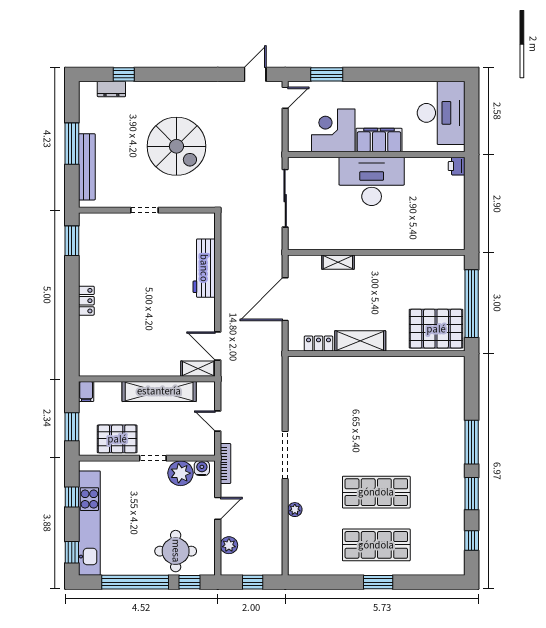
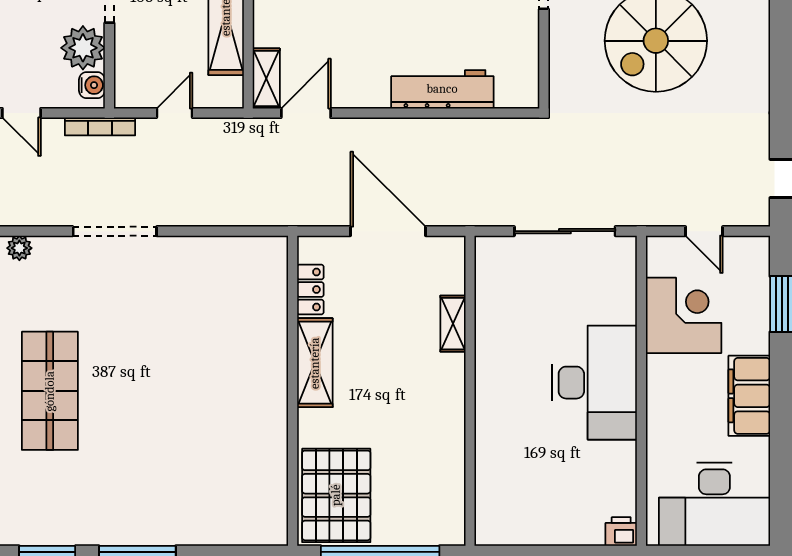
door: (285, 98) -> (704, 231), moved
filing cabinet: (379, 140) -> (749, 396), moved, turned 180

